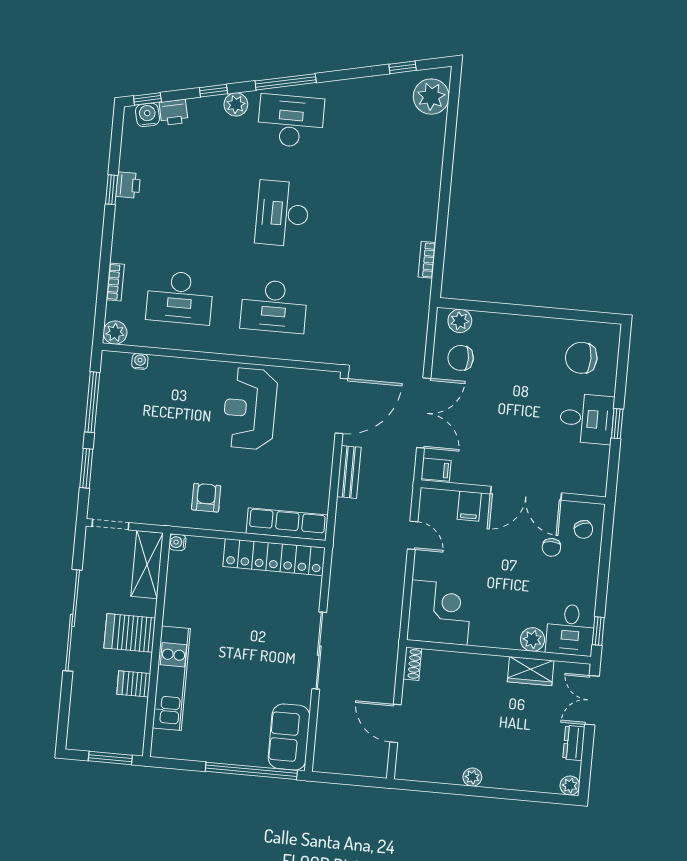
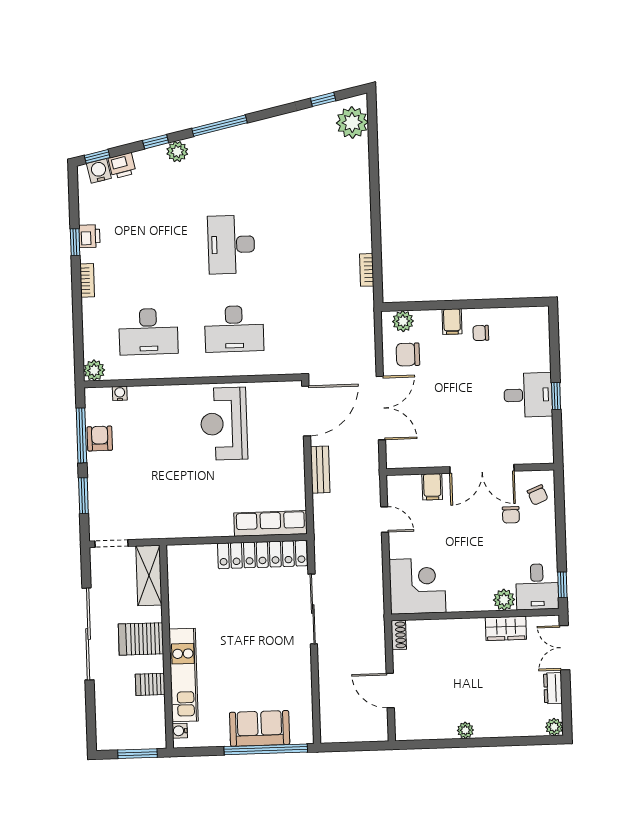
desk: (291, 121) -> (228, 160), removed
bookcase: (115, 282) -> (87, 280), moved
chair: (581, 358) -> (481, 333), moved, width x0.54, depth x0.54
filing cabinet: (436, 470) -> (452, 322), moved, turned 90
armchair: (206, 498) -> (100, 439), moved
water cooler: (177, 542) -> (180, 731), moved
sliding door: (319, 651) -> (313, 609), moved
sofa: (289, 737) -> (260, 728), moved, turned 90

